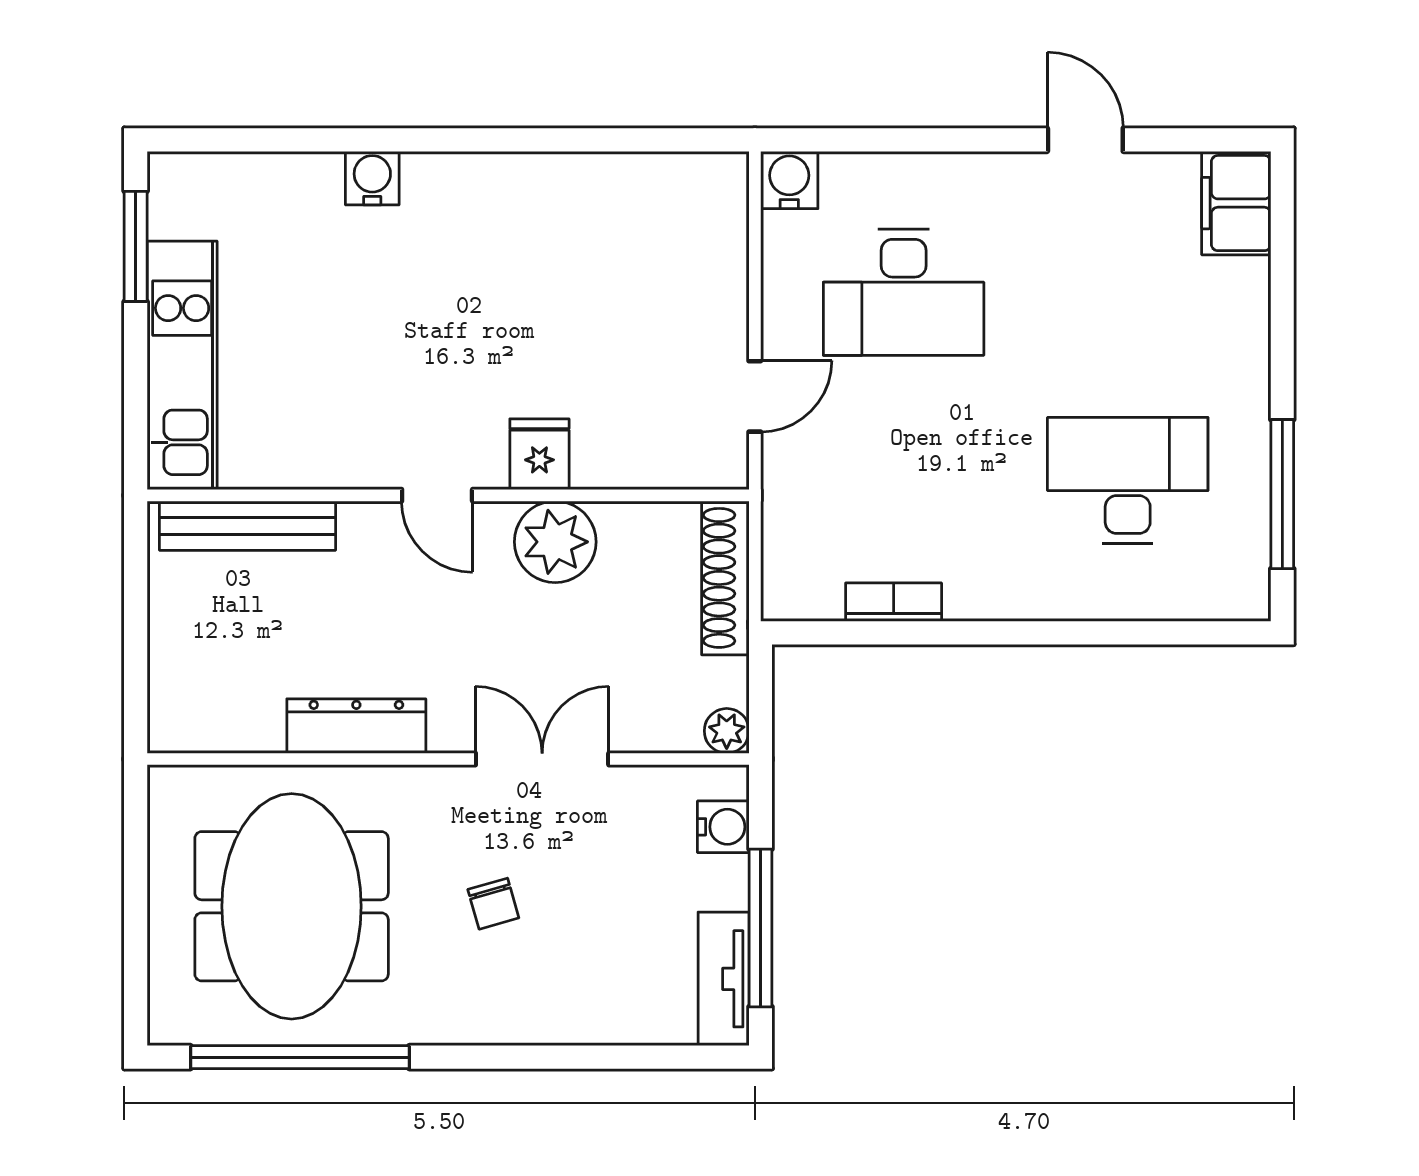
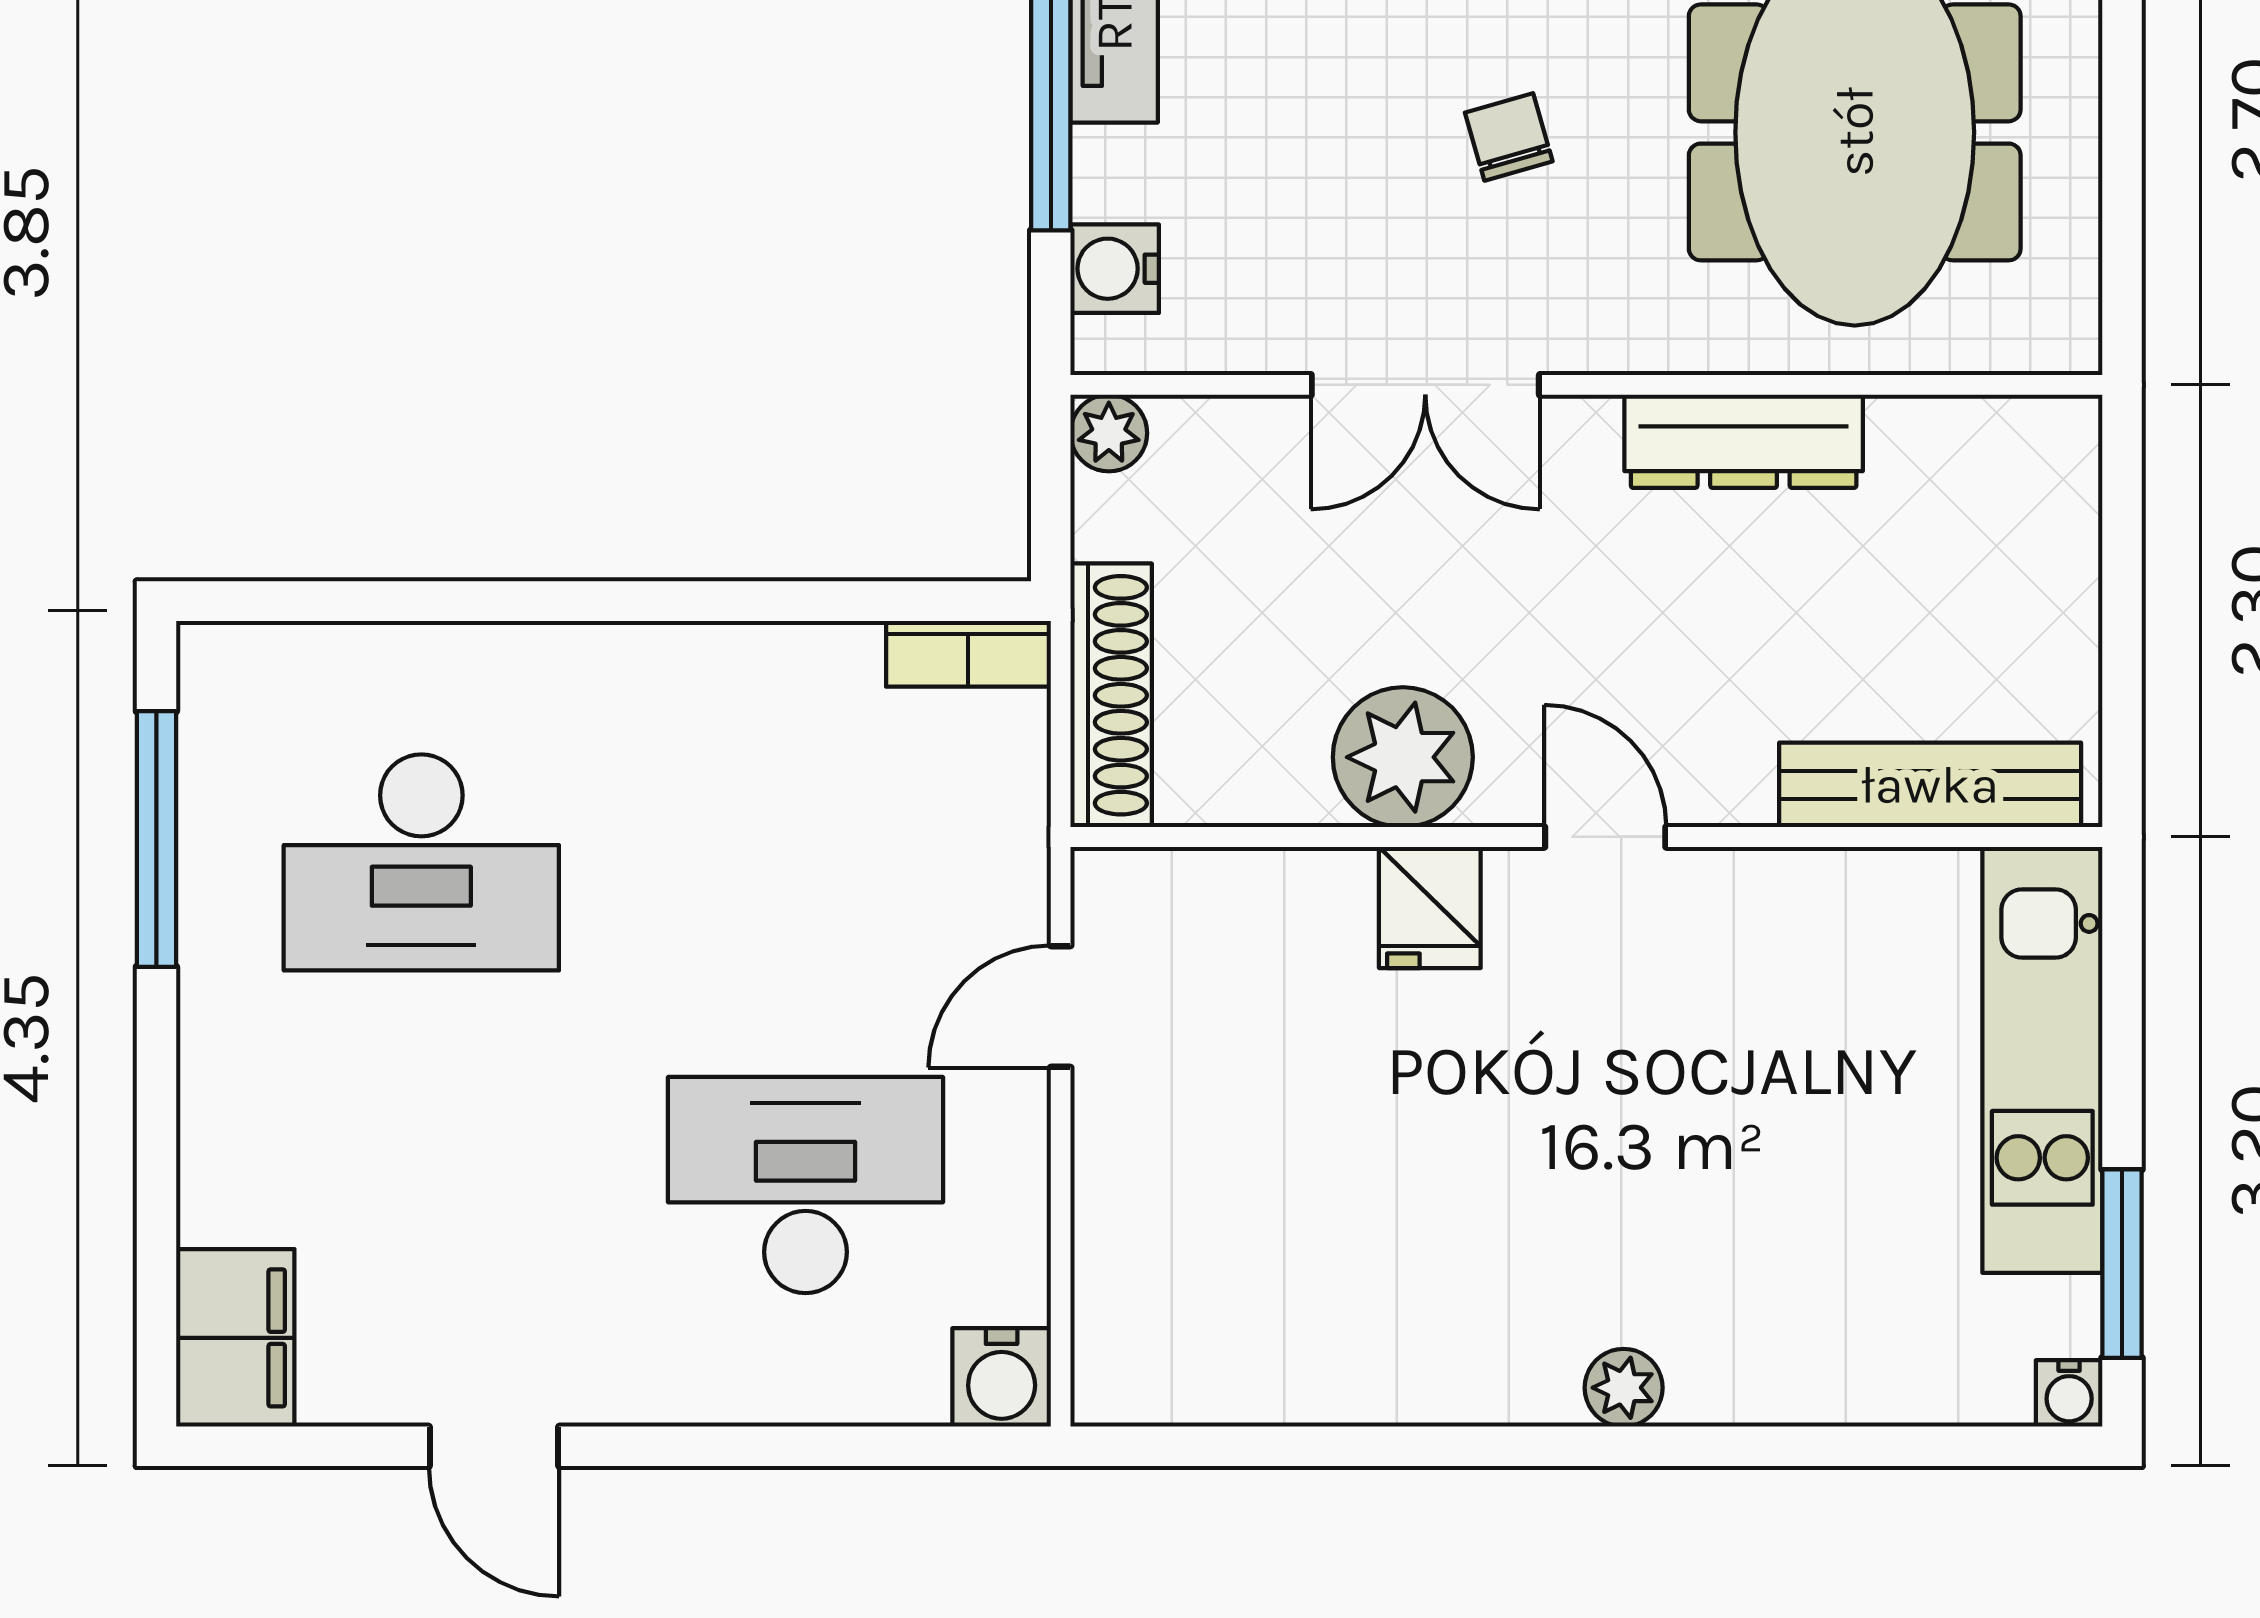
plant: (426, 174) -> (1624, 1388), added
water cooler: (372, 178) -> (2069, 1393), moved, width x0.72, depth x0.72
bookcase: (894, 602) -> (968, 654), moved

